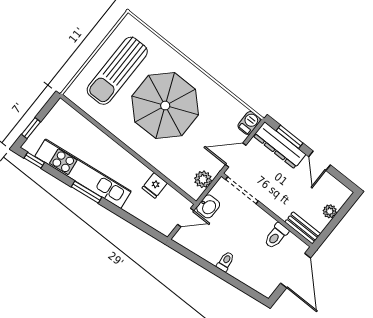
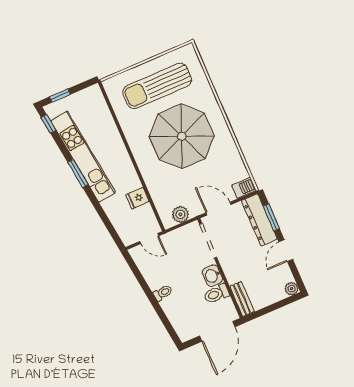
washbasin: (208, 206) -> (212, 276), moved, turned 90
plant: (330, 211) -> (292, 289), moved

